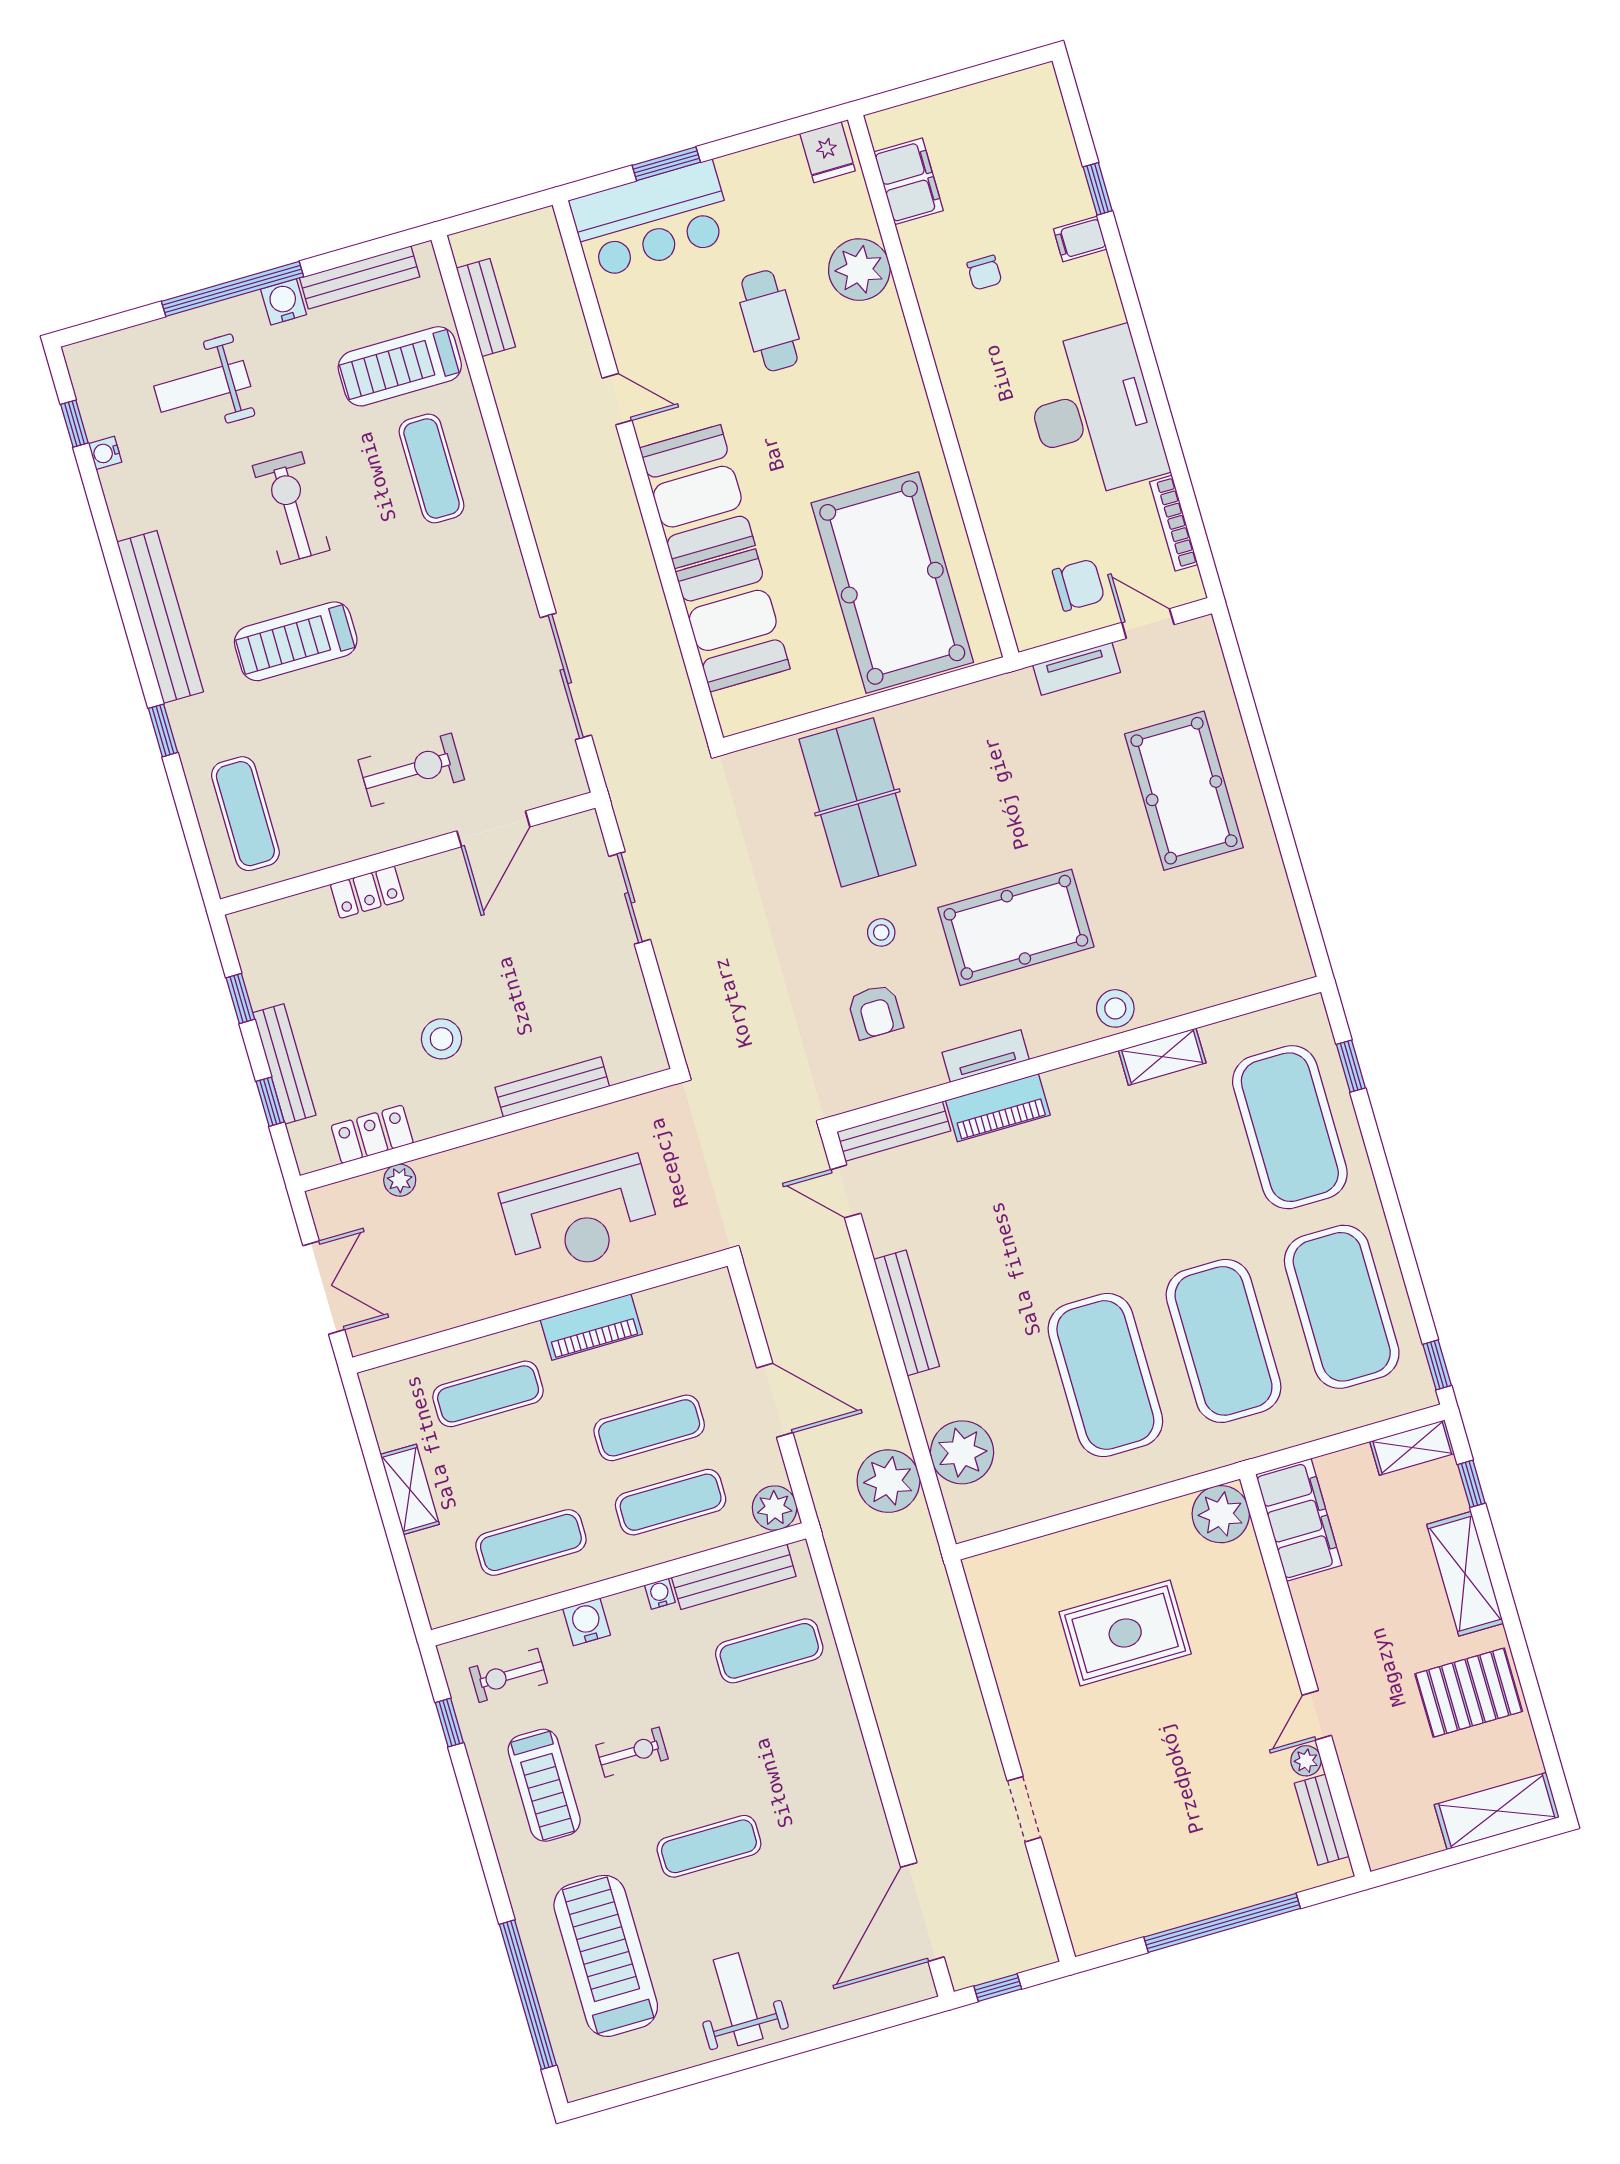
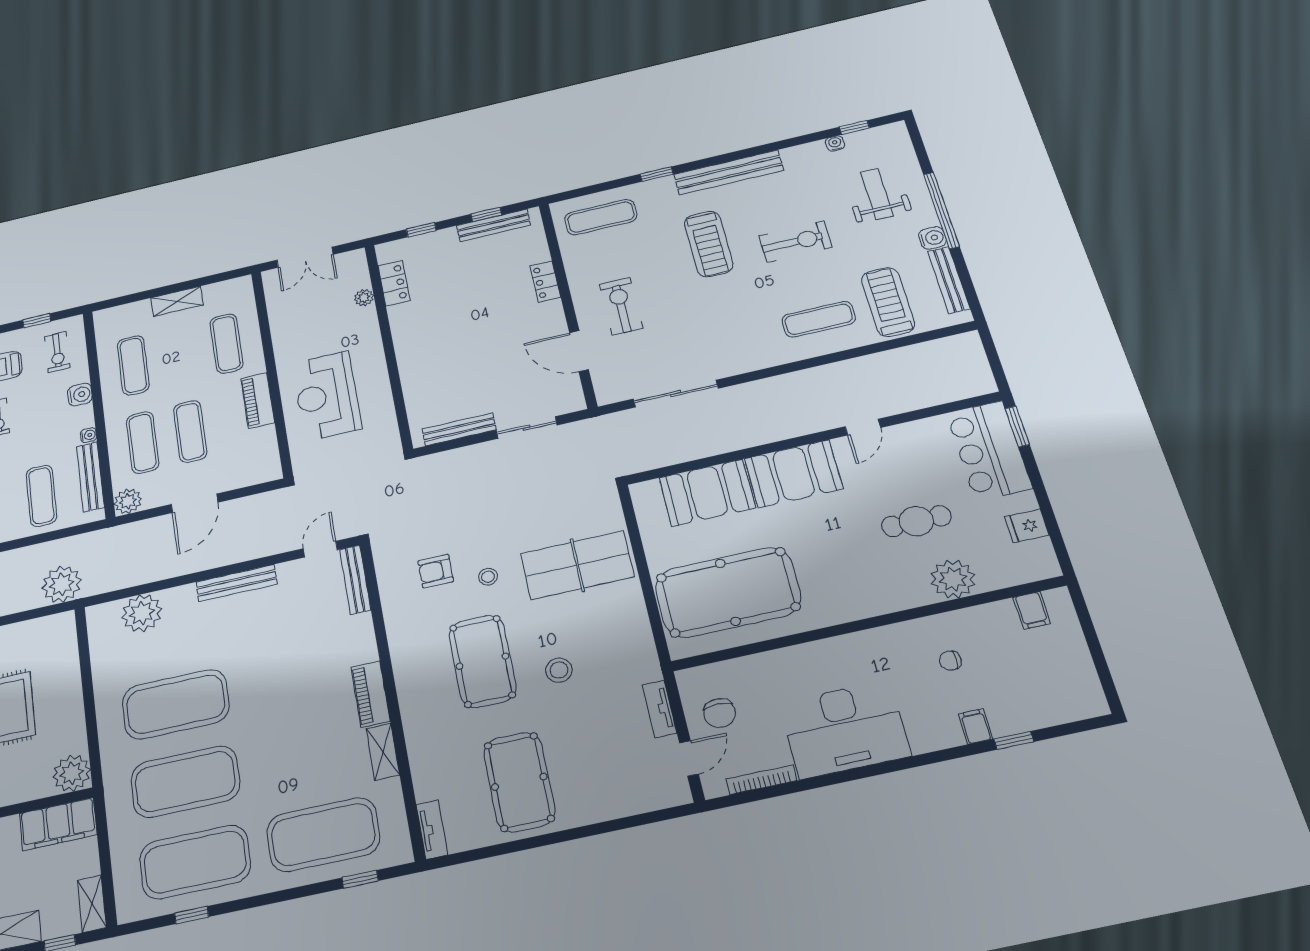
fridge: (827, 152) -> (1027, 526), moved
window: (666, 164) -> (1017, 427), moved
filing cabinet: (909, 181) -> (1032, 610), width x0.50
bench: (486, 308) -> (927, 351), removed
treadmill: (296, 641) -> (709, 244), turned 180
exercise bike: (411, 770) -> (621, 306), turned 180
pool table: (1184, 791) -> (519, 782), moved, turned 90
stool: (1115, 1008) -> (559, 670), moved
stool: (442, 1039) -> (448, 321), removed
tv unit: (986, 1056) -> (432, 830), moved
bench: (284, 1064) -> (493, 225), moved
bench: (552, 1087) -> (459, 429), moved, turned 90
piano: (998, 1108) -> (371, 694), moved
window: (1437, 1365) -> (192, 915), moved
plant: (888, 1481) -> (62, 584), moved
exercise bike: (508, 1675) -> (57, 352), turned 180

